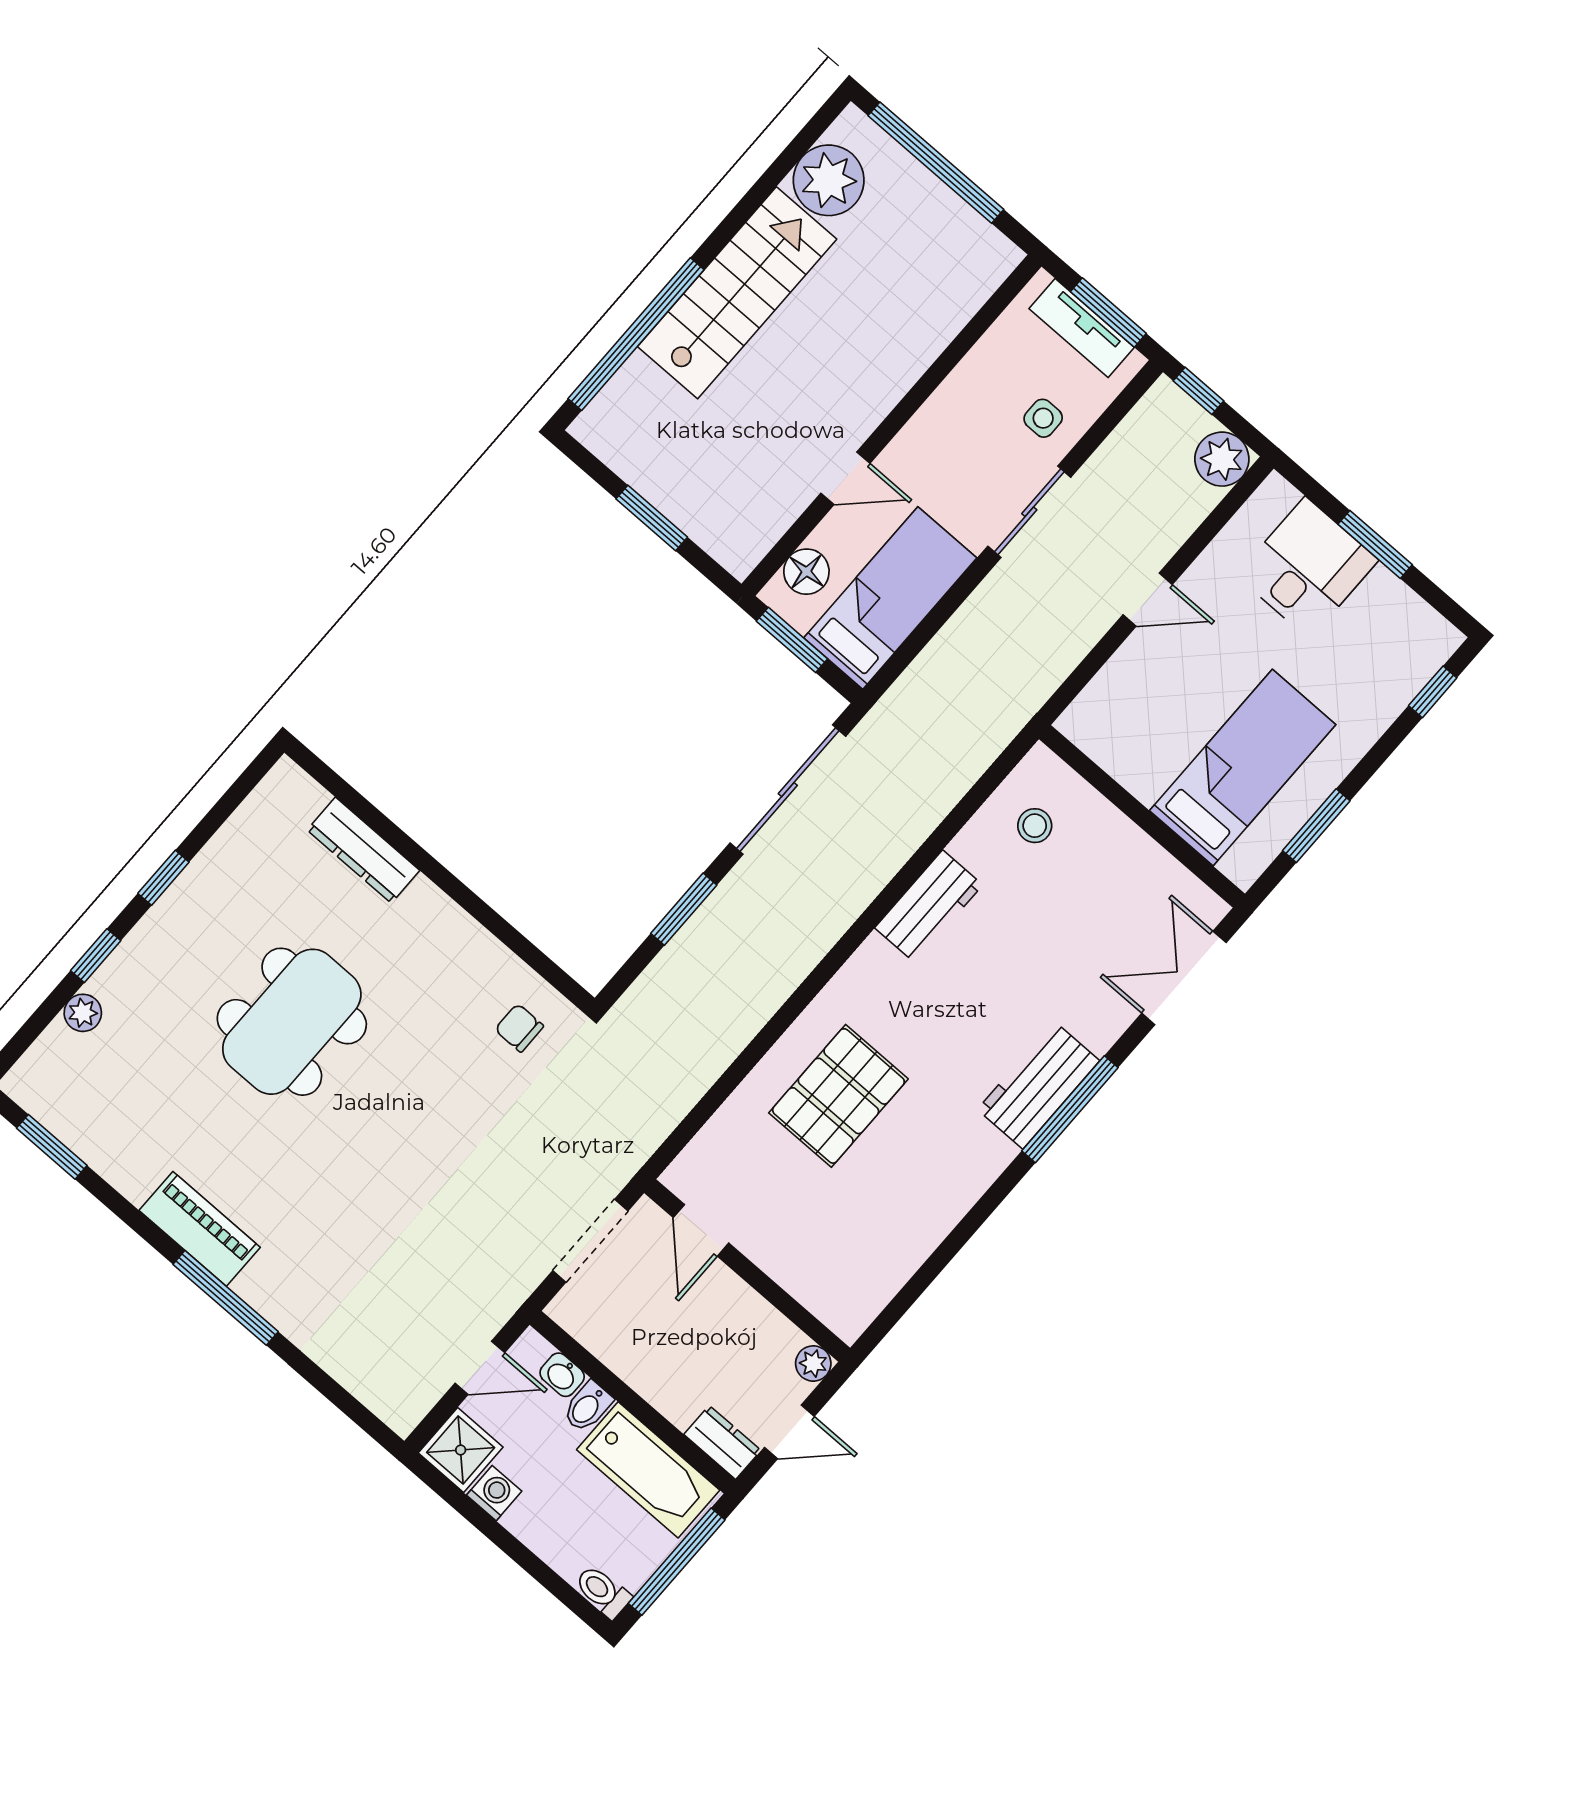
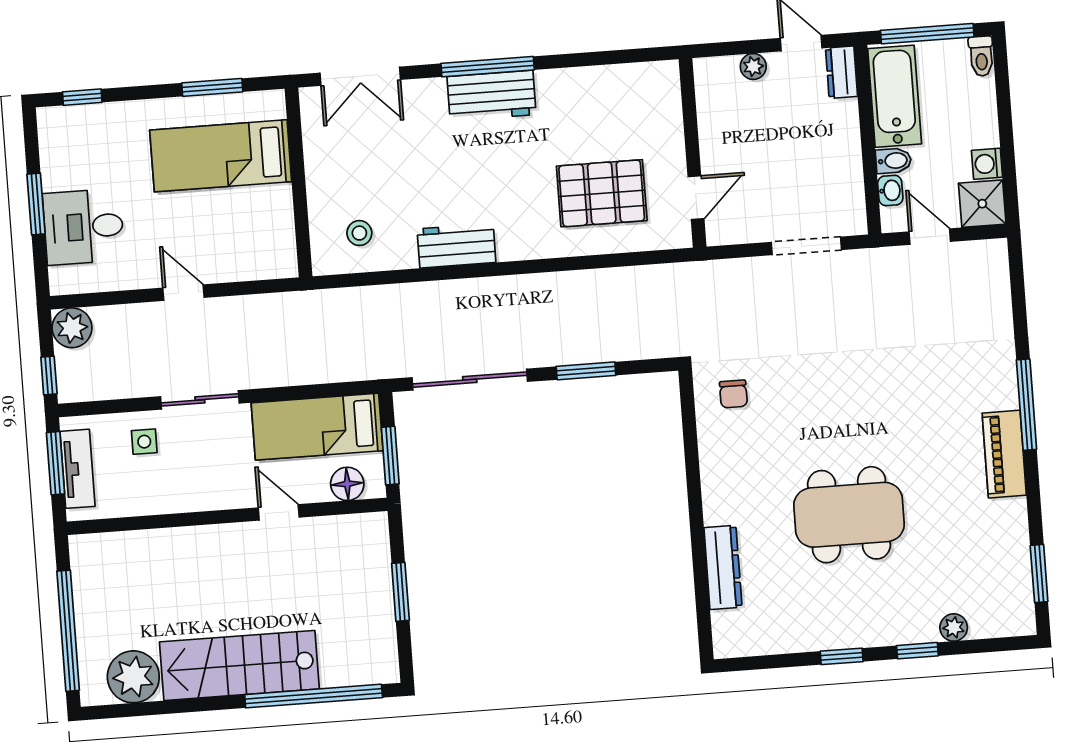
door: (701, 1230) -> (696, 198), moved
wall: (747, 1270) -> (693, 153), moved

